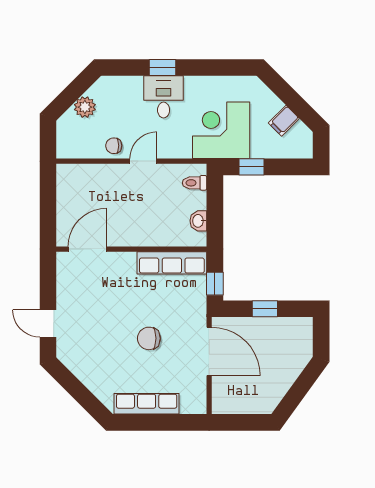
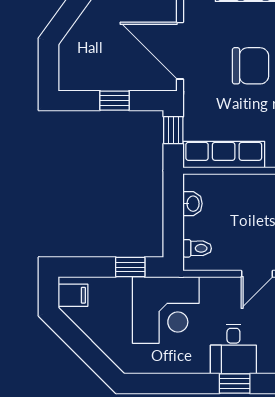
filing cabinet: (284, 121) -> (73, 295), moved, turned 45
chair: (149, 338) -> (251, 66), width x1.37, depth x1.37

